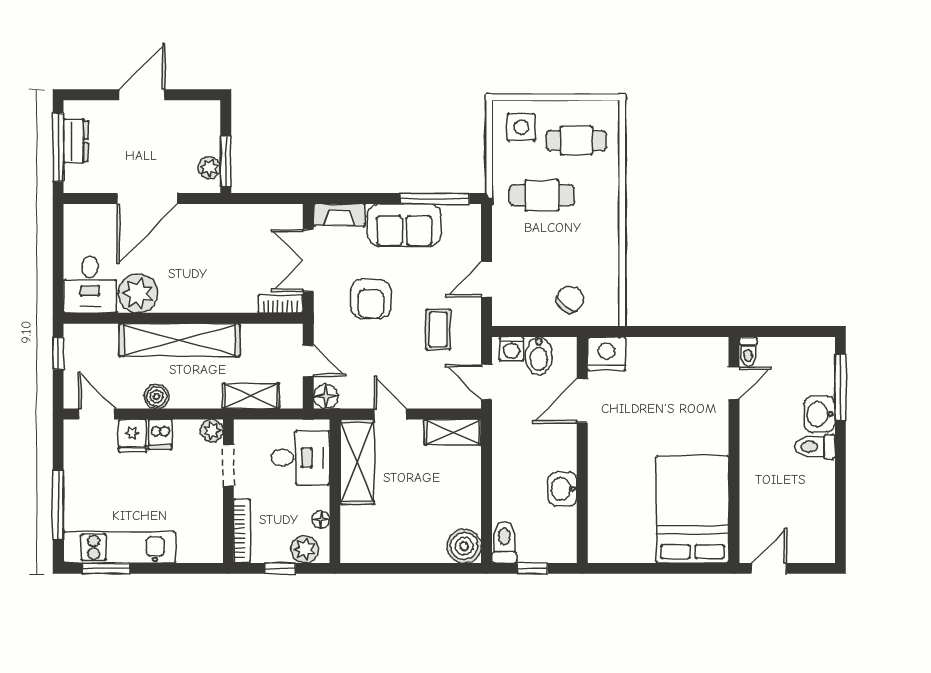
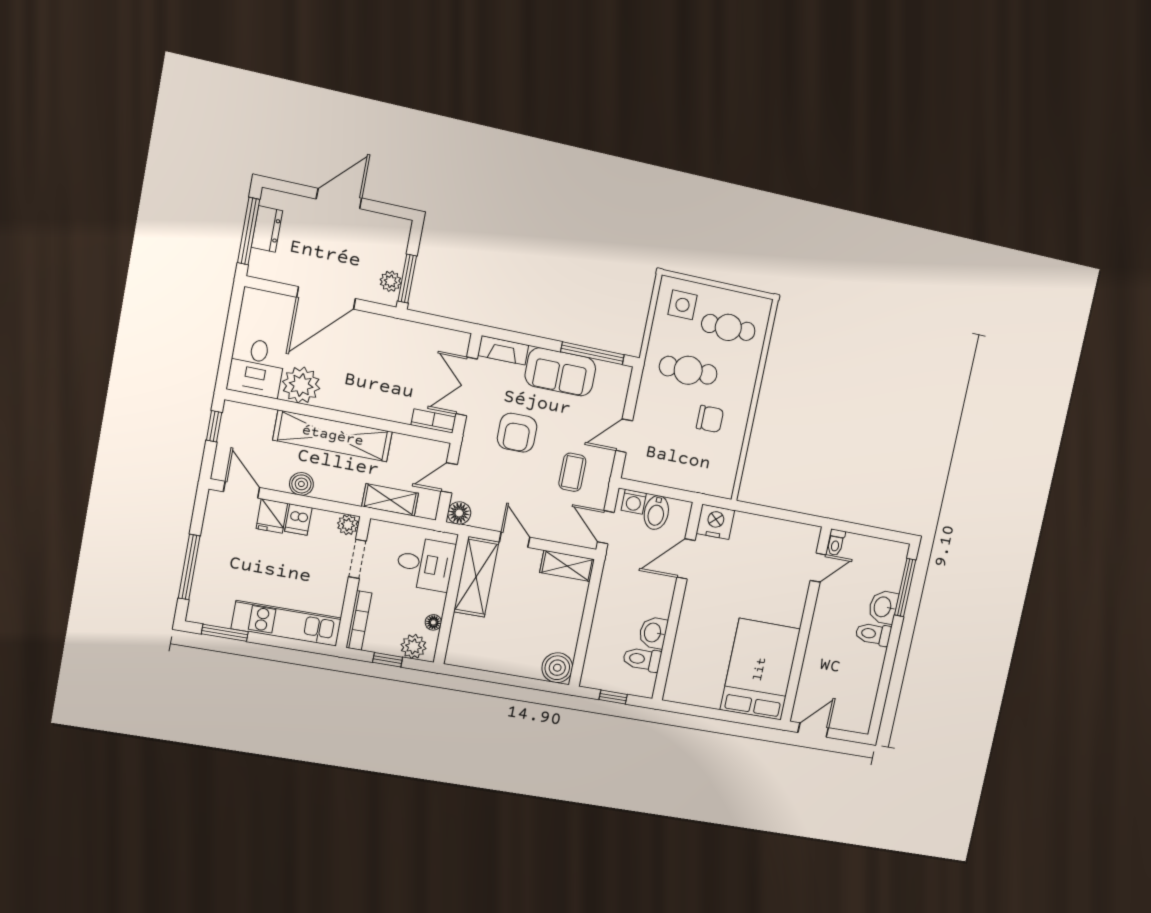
chair: (570, 299) -> (710, 419), moved, turned 52
door: (308, 361) -> (449, 478), swing flipped
toilet: (504, 542) -> (642, 659), moved, turned -90
kitchen unit: (119, 547) -> (286, 623), moved

